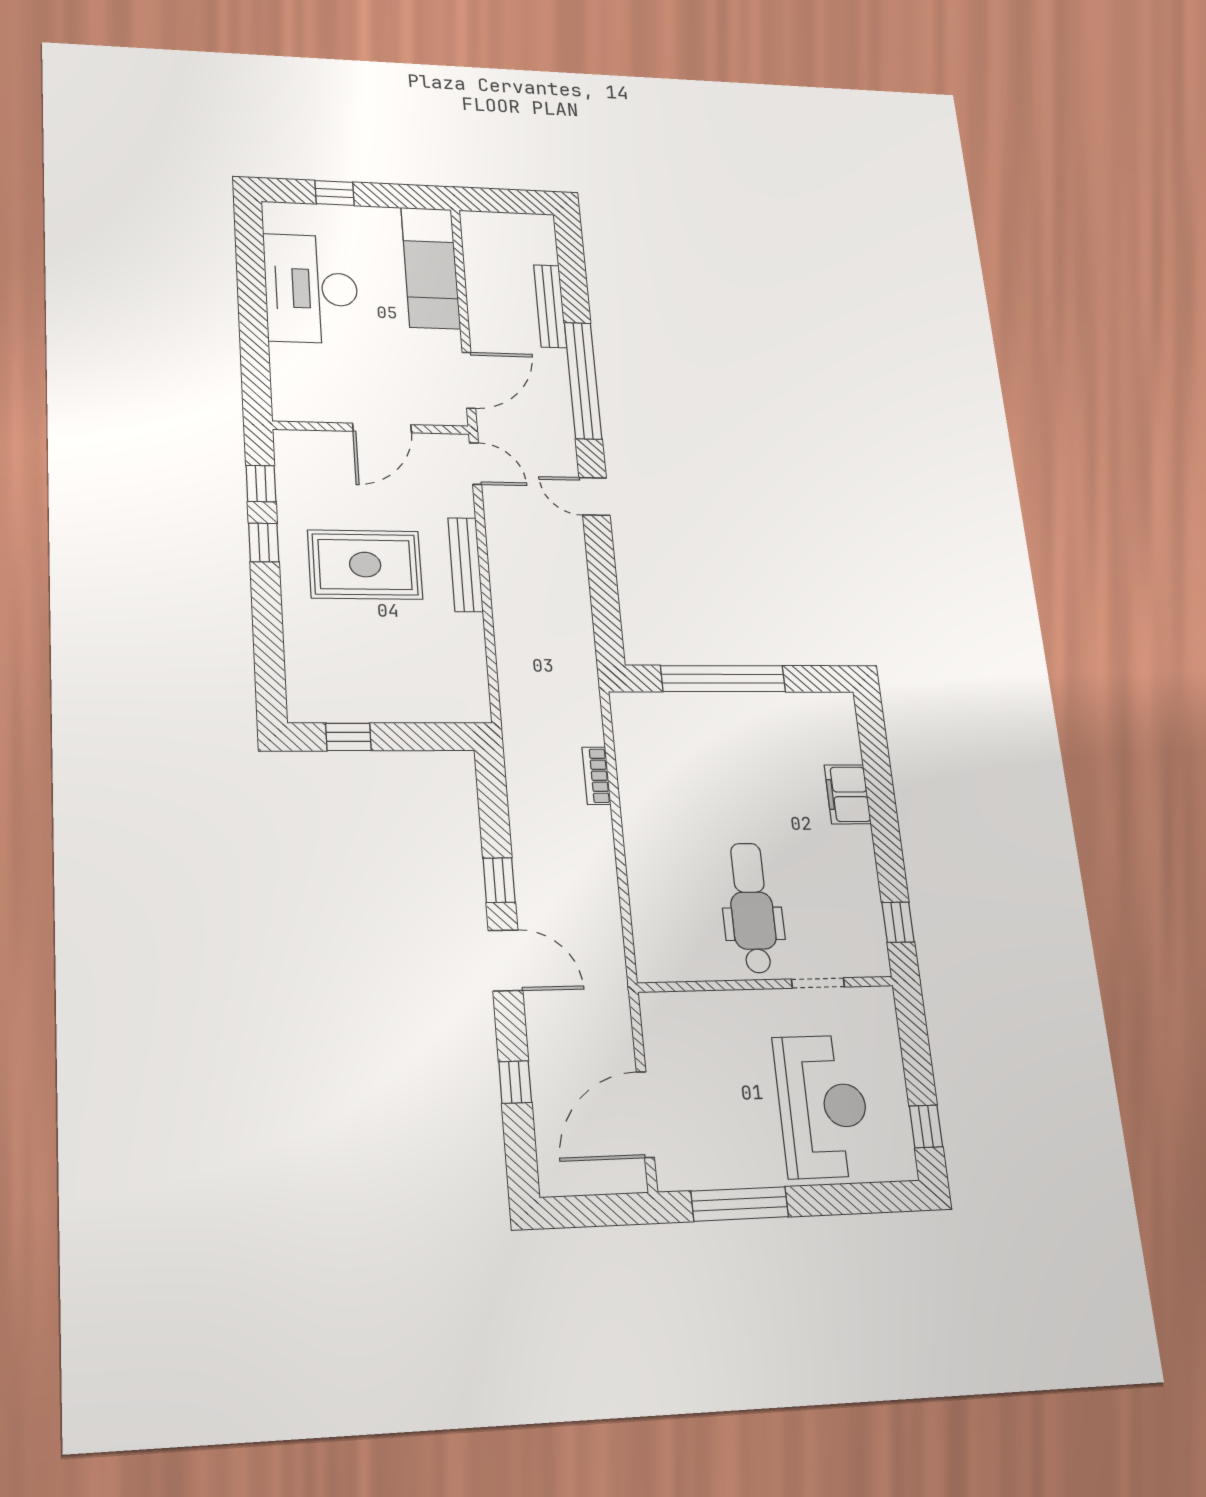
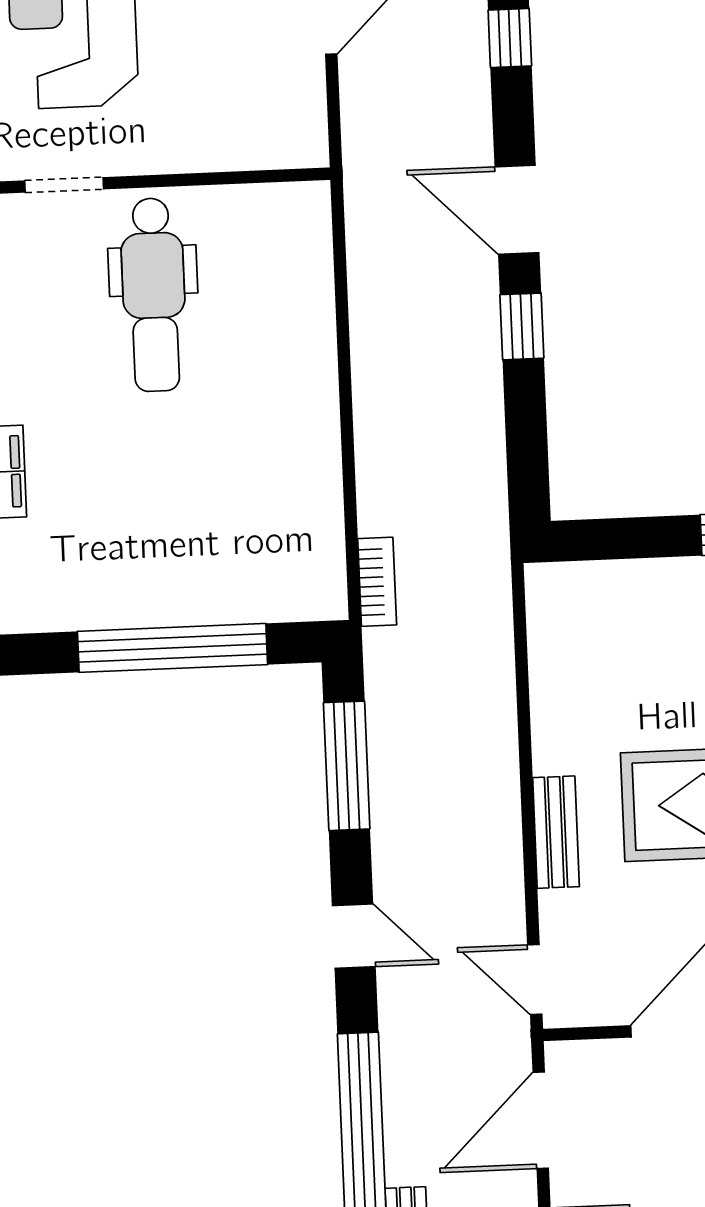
bench: (465, 565) -> (556, 832), width x0.73
window: (605, 600) -> (347, 766), added
bookcase: (596, 776) -> (377, 582), moved

